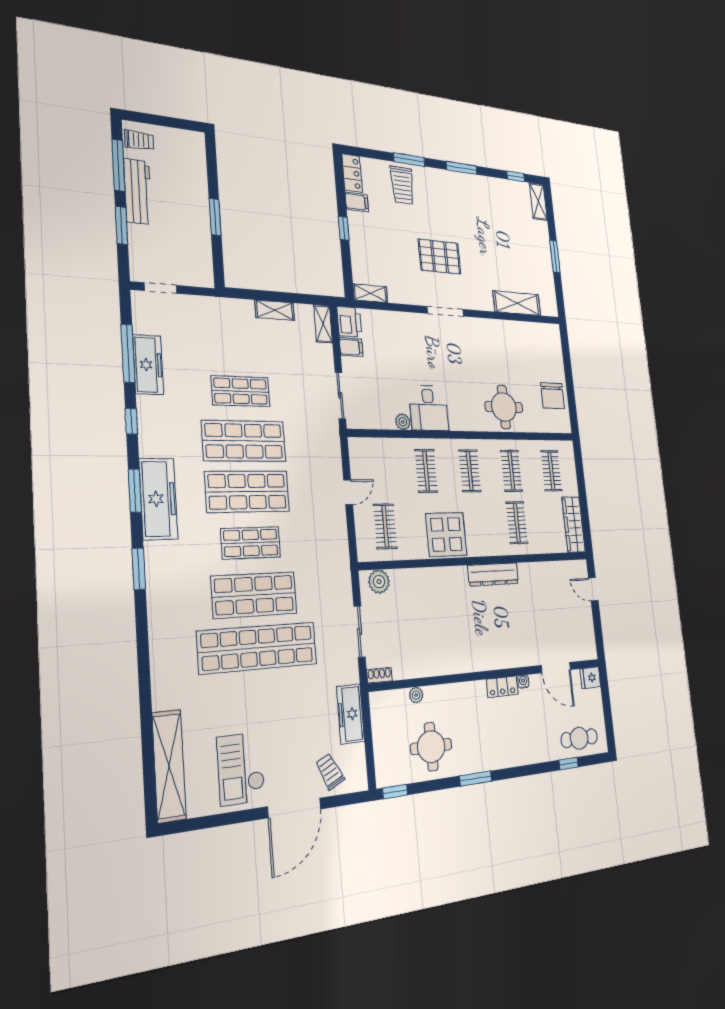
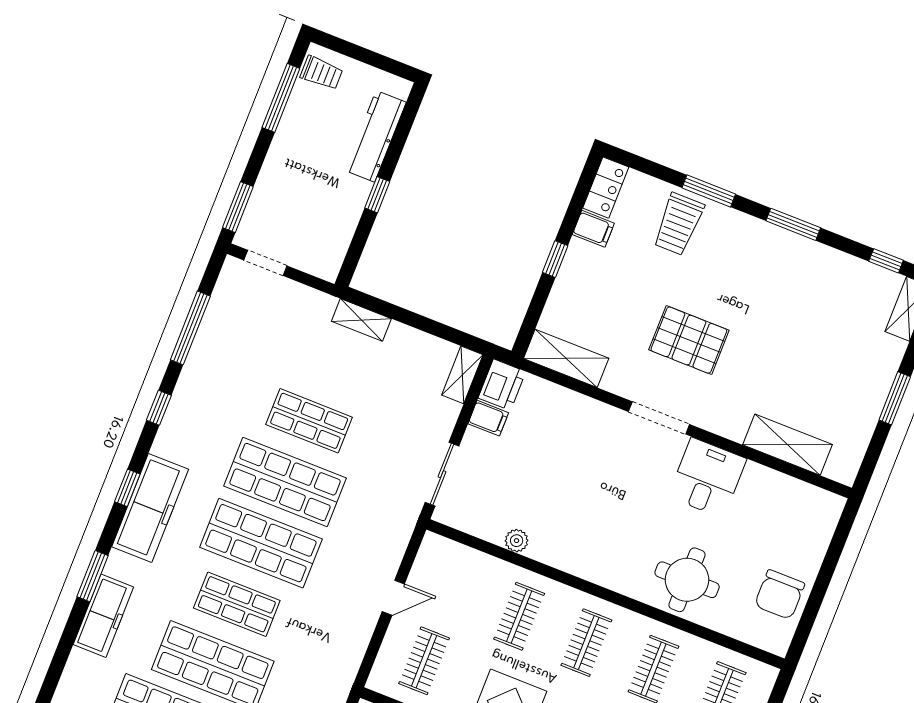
workbench: (138, 191) -> (375, 136), moved, turned 180
window: (215, 217) -> (377, 195), width x0.67
window: (121, 225) -> (238, 207), moved
shelving: (370, 293) -> (566, 358), width x1.50, depth x1.33
shelving: (275, 310) -> (361, 320), moved
freezer: (148, 365) -> (103, 616), moved
desk: (429, 408) -> (707, 478), moved, turned 180
window: (135, 491) -> (127, 488), width x0.67

